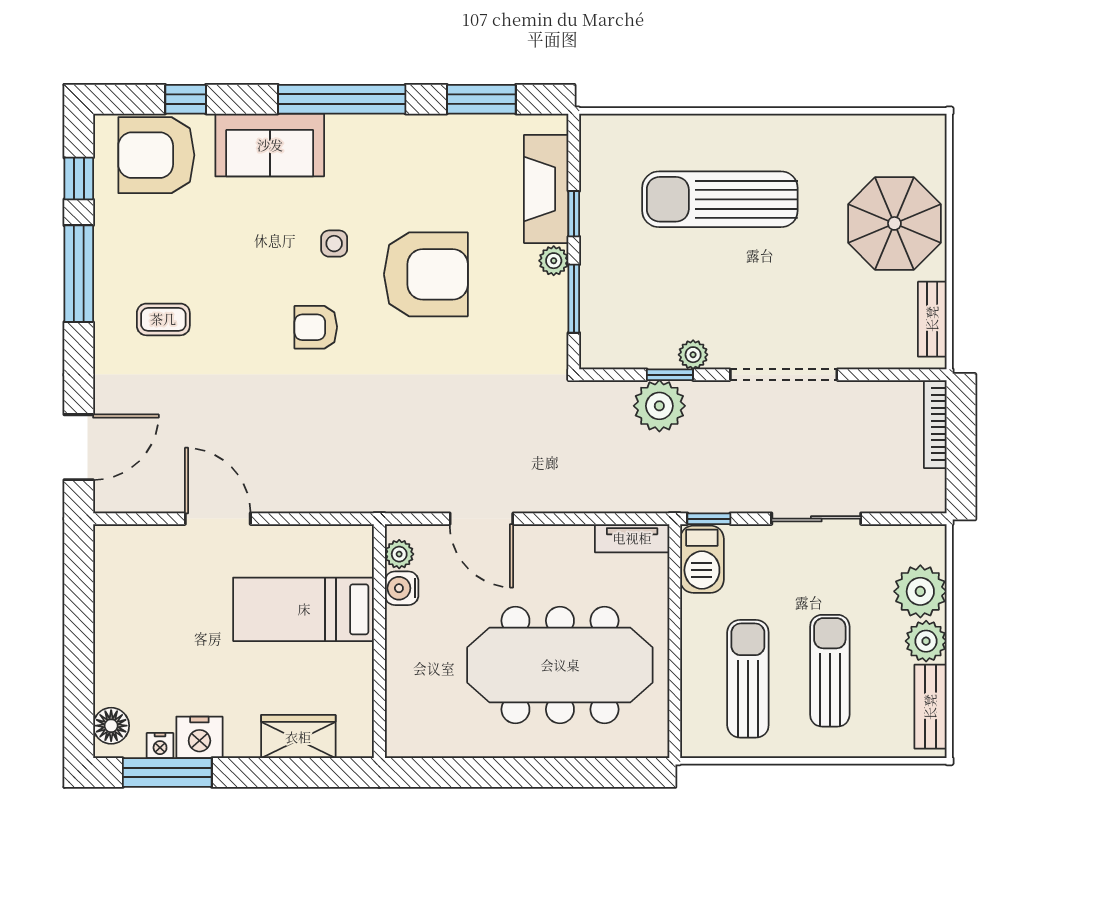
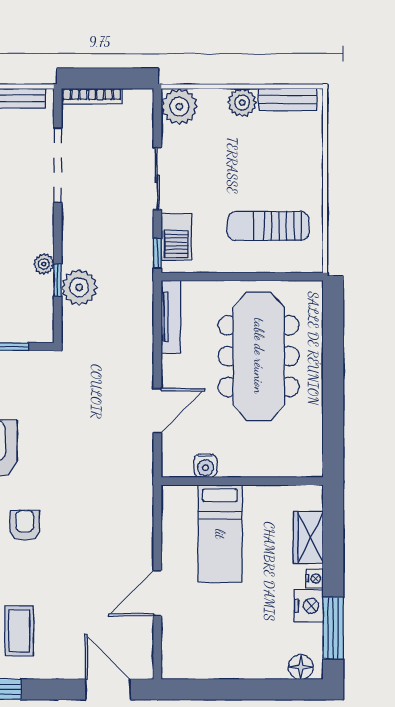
coffee table: (163, 319) -> (19, 631), width x1.36, depth x1.30
armchair: (316, 327) -> (25, 525), turned 180
doorway: (784, 375) -> (58, 165), moved
tv unit: (632, 538) -> (171, 317), width x1.41
plant: (399, 554) -> (182, 468), removed
barbecue: (702, 559) -> (176, 237), moved, turned 90
plant: (920, 591) -> (179, 107), moved
sun lounger: (830, 671) -> (263, 169), removed
nightstand: (160, 746) -> (314, 579), moved

